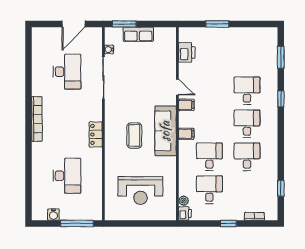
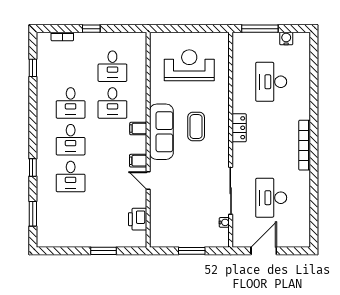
window: (124, 24) -> (192, 251), moved
row of seats: (138, 34) -> (192, 239), removed
plant: (184, 201) -> (141, 54), removed
printer: (185, 213) -> (140, 40), removed

